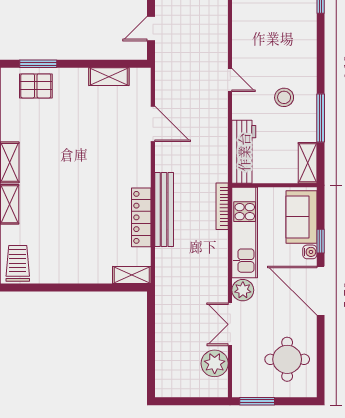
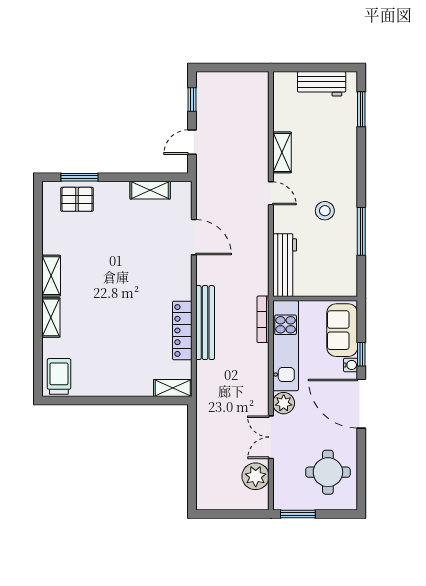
shelving: (308, 163) -> (282, 152), moved

